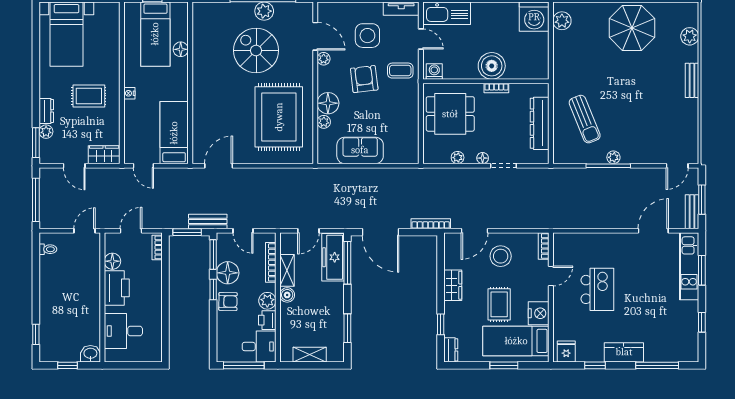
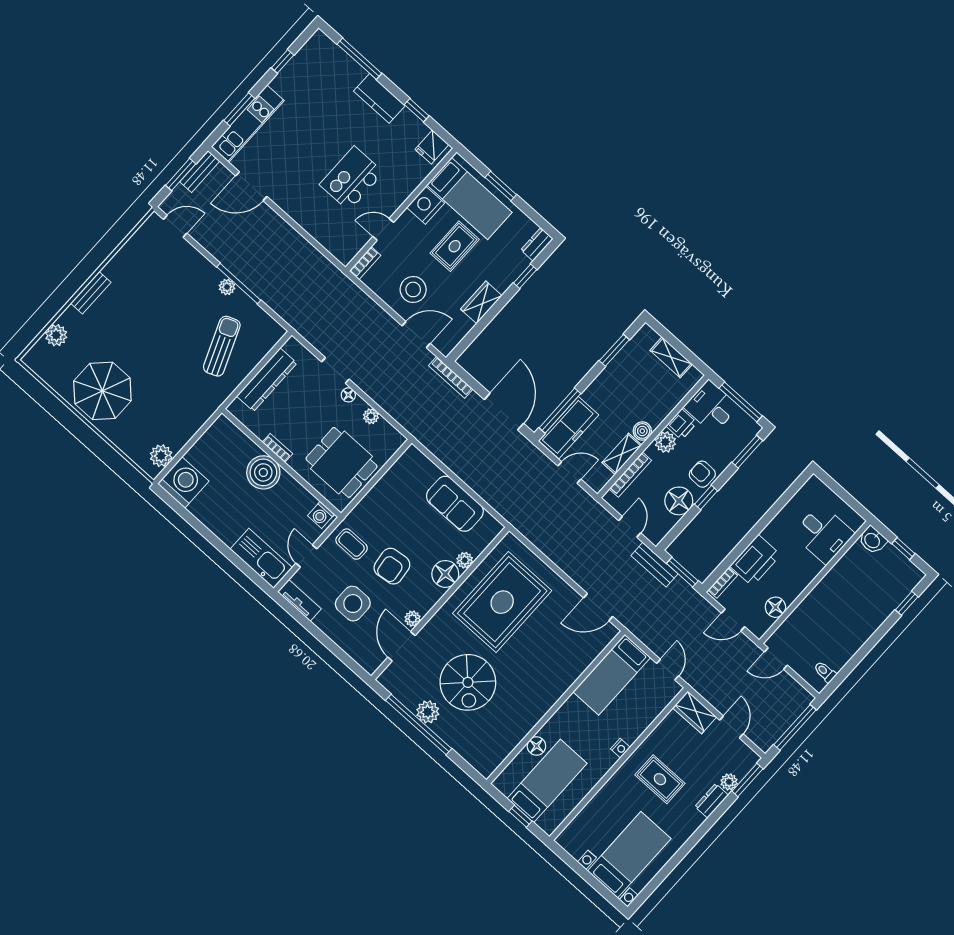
window: (213, 254) -> (747, 452), moved
printer: (117, 288) -> (755, 560), moved, turned 180

